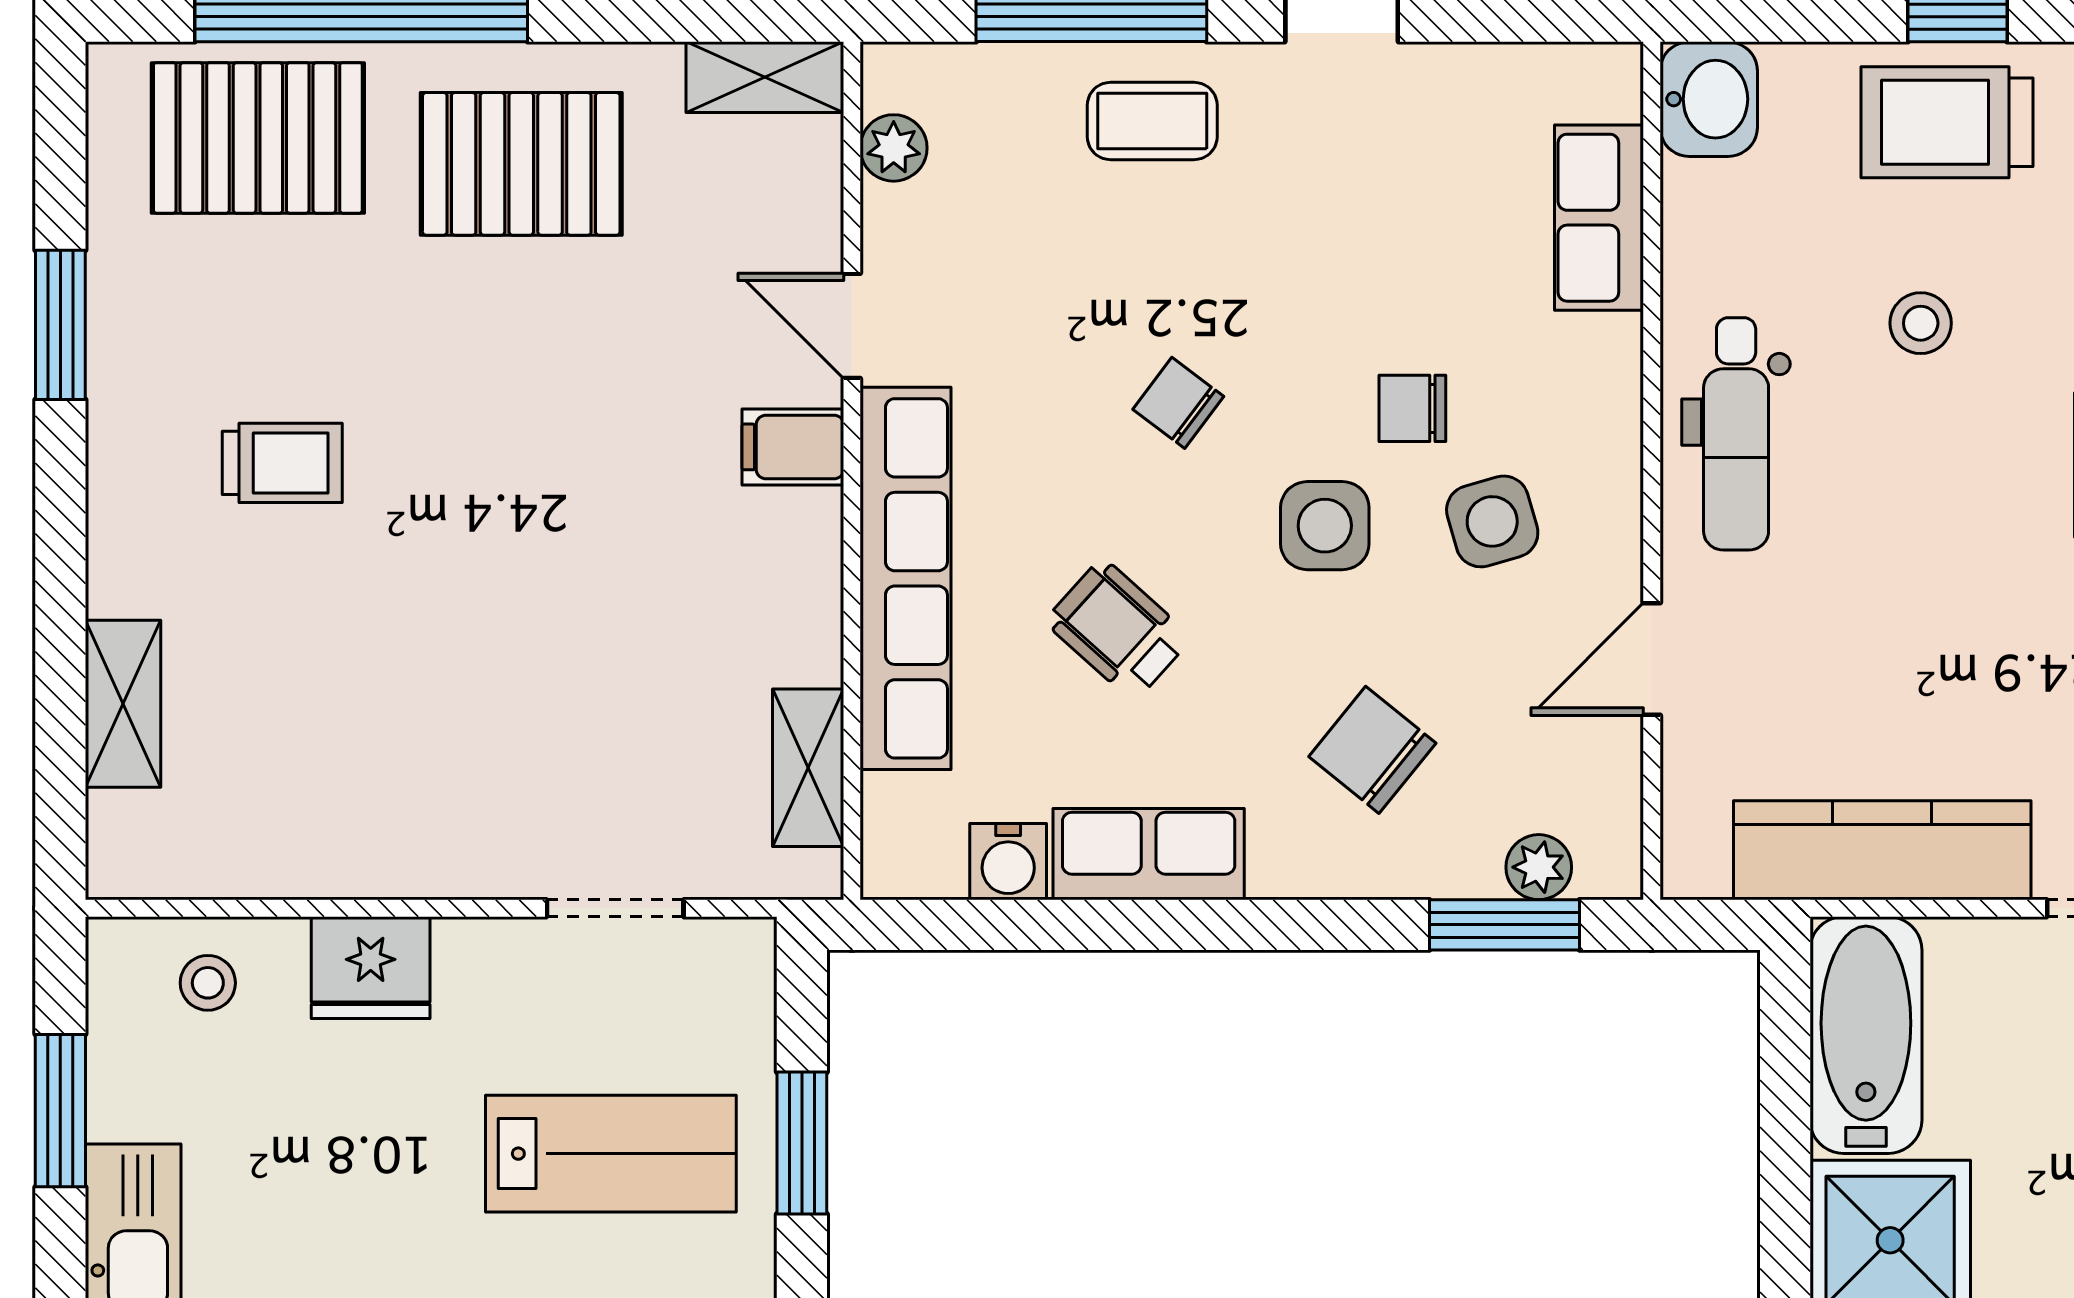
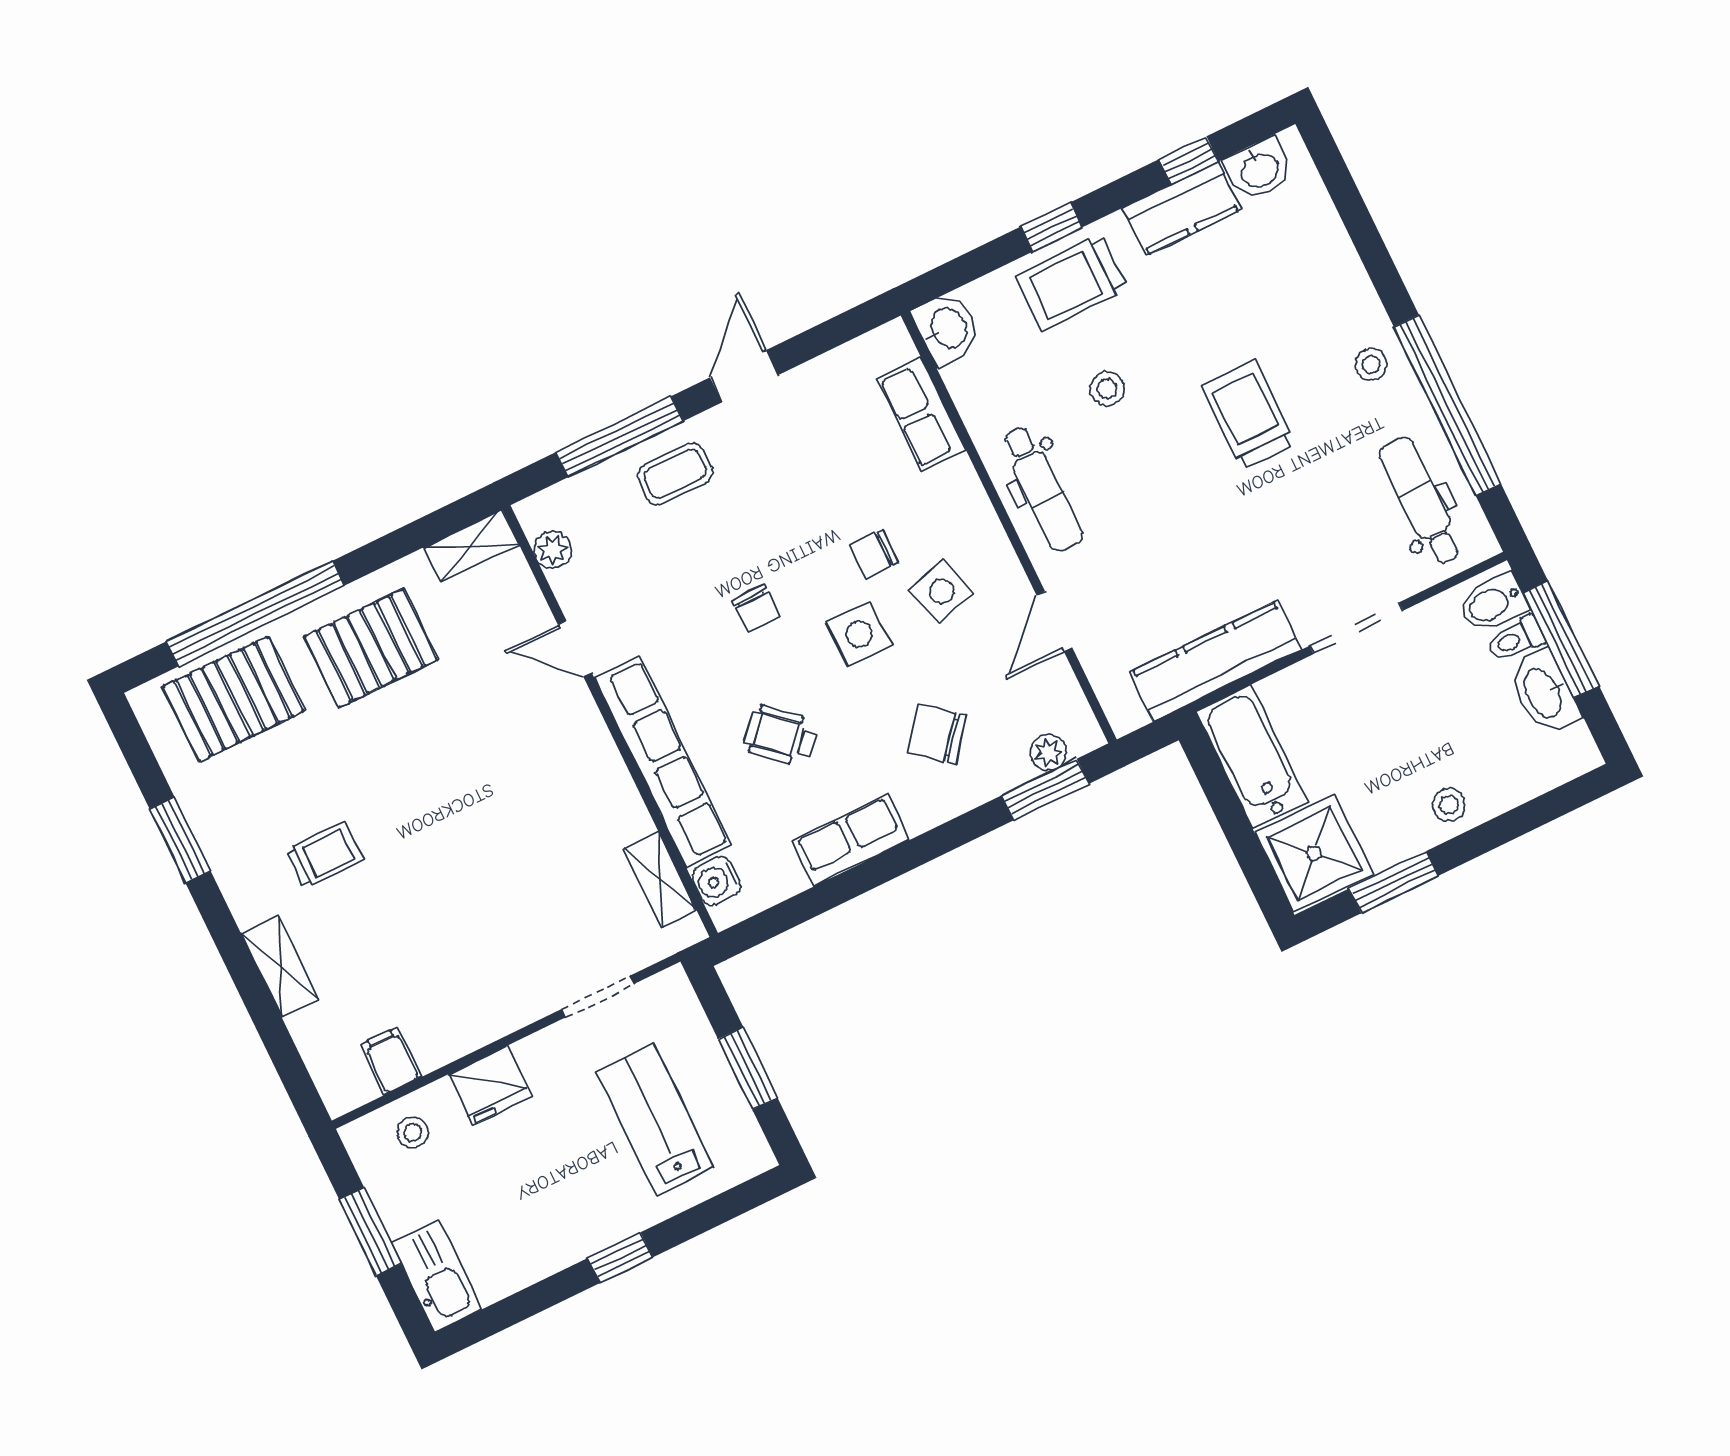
chair: (1178, 403) -> (756, 608), turned -127
filing cabinet: (793, 447) -> (391, 1061), moved, turned 90
shelving: (123, 704) -> (280, 967), moved
water cooler: (1008, 862) -> (716, 881), moved, turned 90
lab bench: (611, 1154) -> (655, 1120), turned -90

